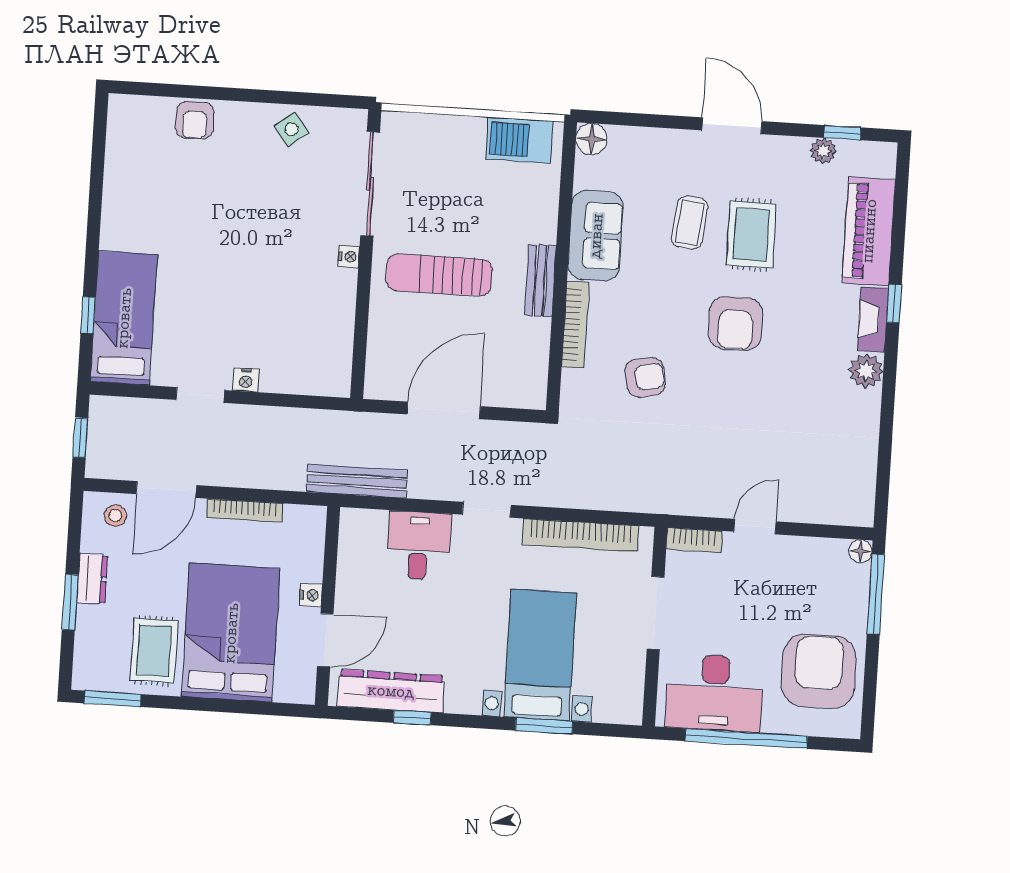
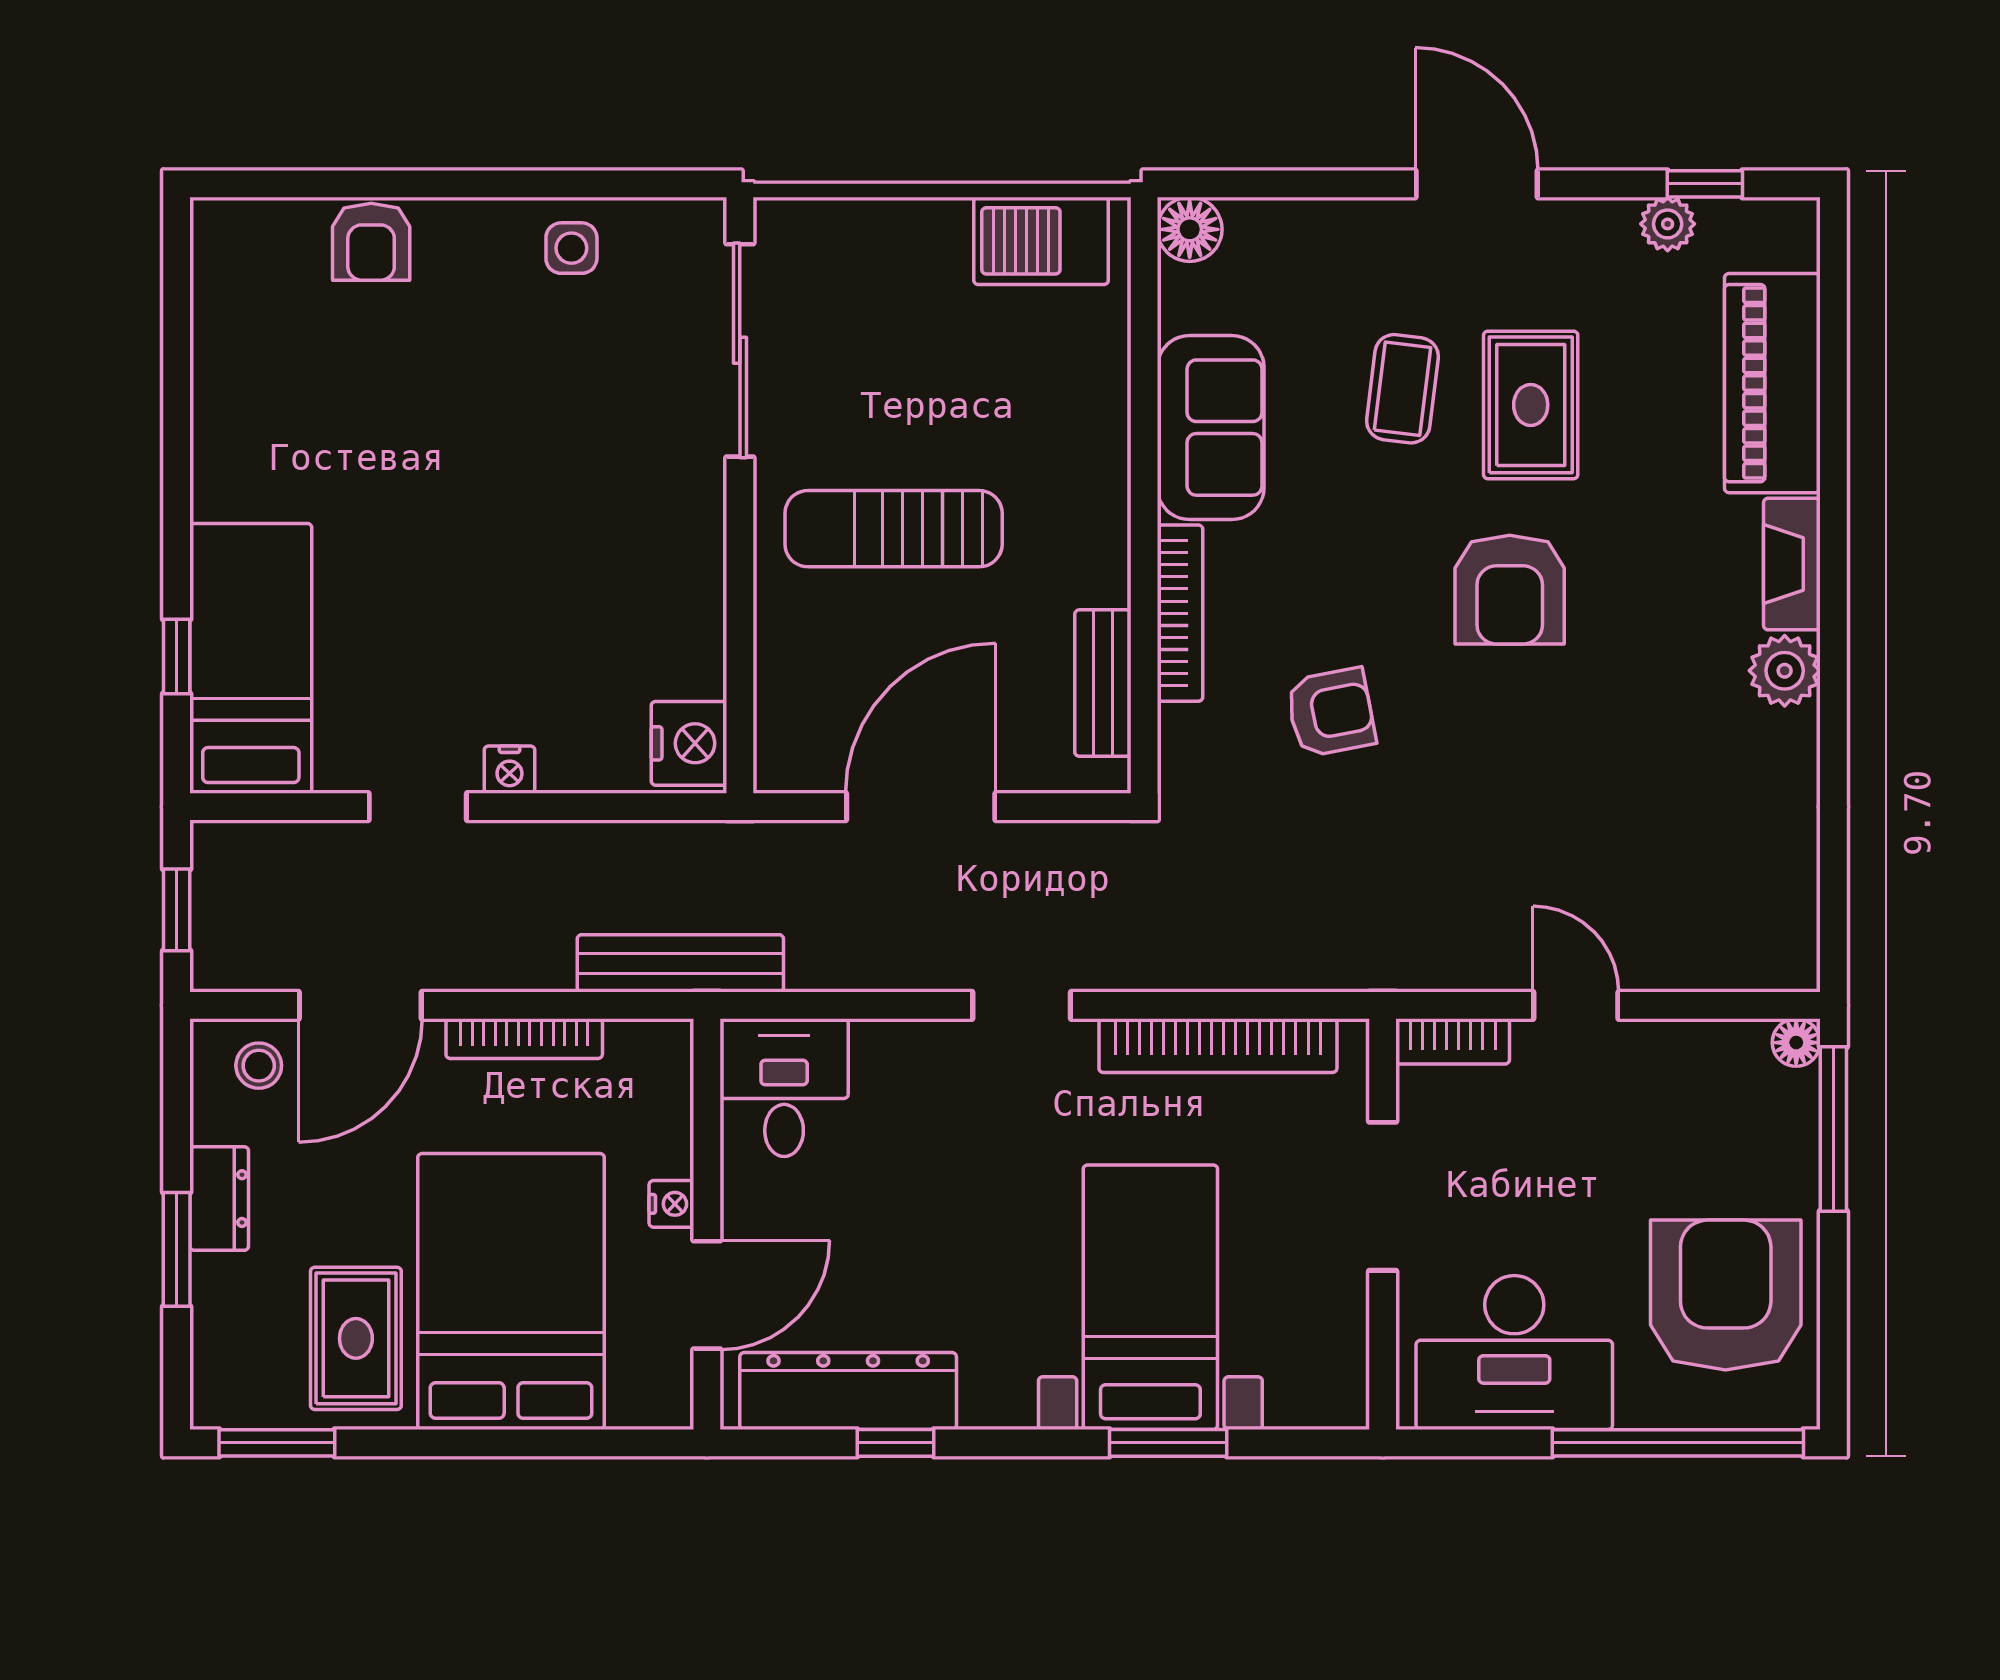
side table: (292, 129) -> (571, 248), turned 37
nightstand: (349, 257) -> (689, 743), moved, width x1.89, depth x1.79
bench: (540, 281) -> (1103, 683), moved
window: (894, 304) -> (1833, 529), removed
bench: (357, 481) -> (680, 963), moved
door: (755, 527) -> (1576, 1005), hinge flipped
desk: (418, 545) -> (784, 1088), moved
window: (746, 739) -> (1678, 1443), moved

